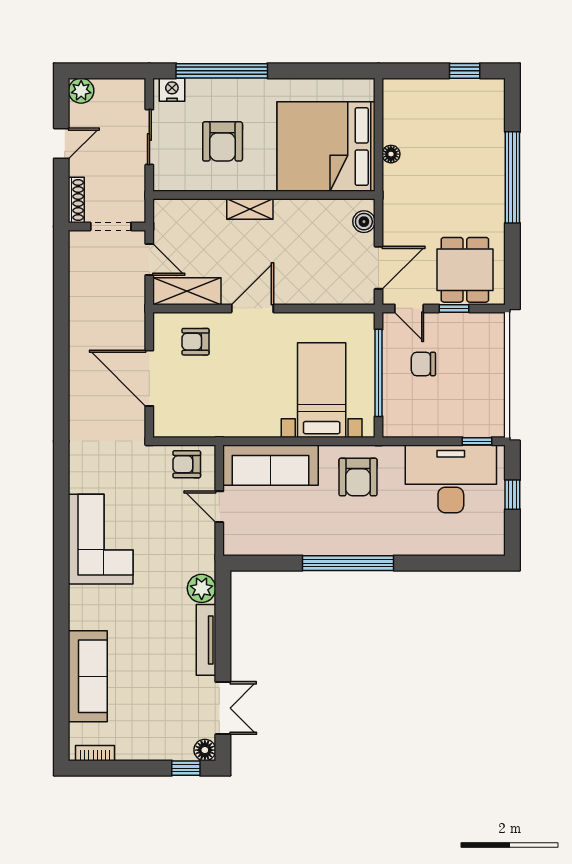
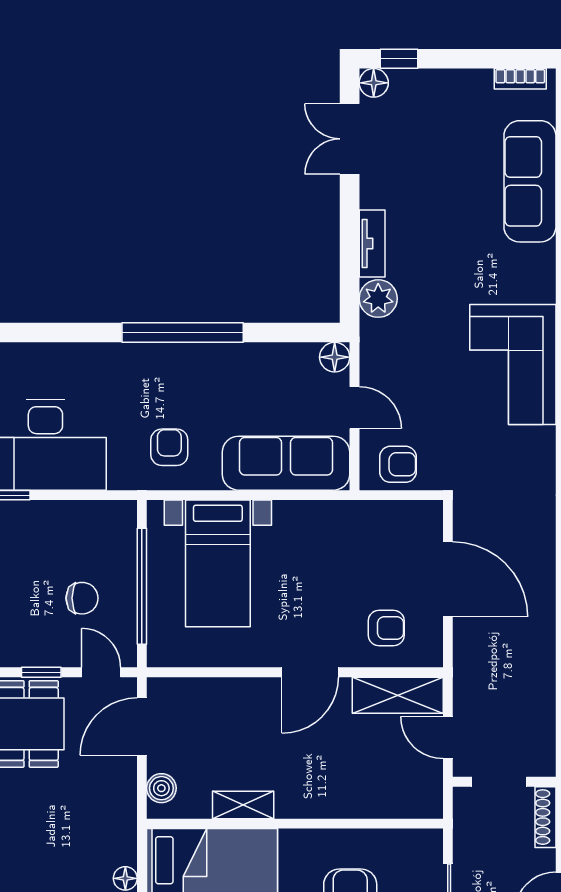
shelving: (250, 209) -> (243, 805), moved
armchair: (358, 477) -> (169, 447), width x0.72, depth x0.72
floor lamp: (234, 545) -> (335, 357), added
tv unit: (206, 640) -> (372, 244), width x0.71

